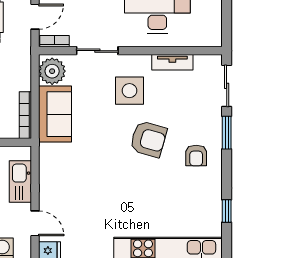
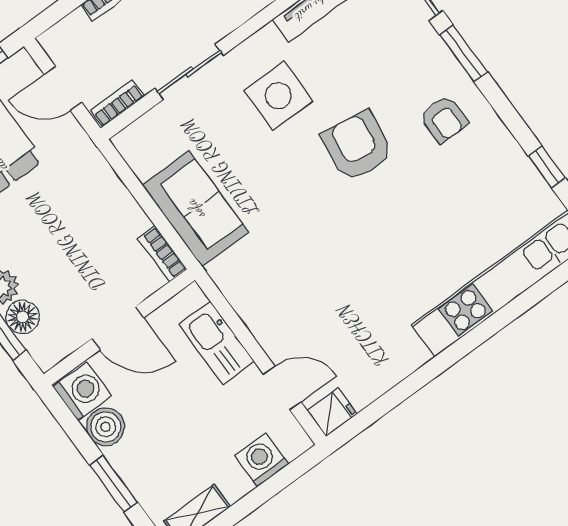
door: (35, 17) -> (63, 89), swing flipped
plant: (52, 71) -> (146, 149), removed
bookcase: (25, 115) -> (162, 254), width x0.64
armchair: (148, 139) -> (357, 146), turned -98

